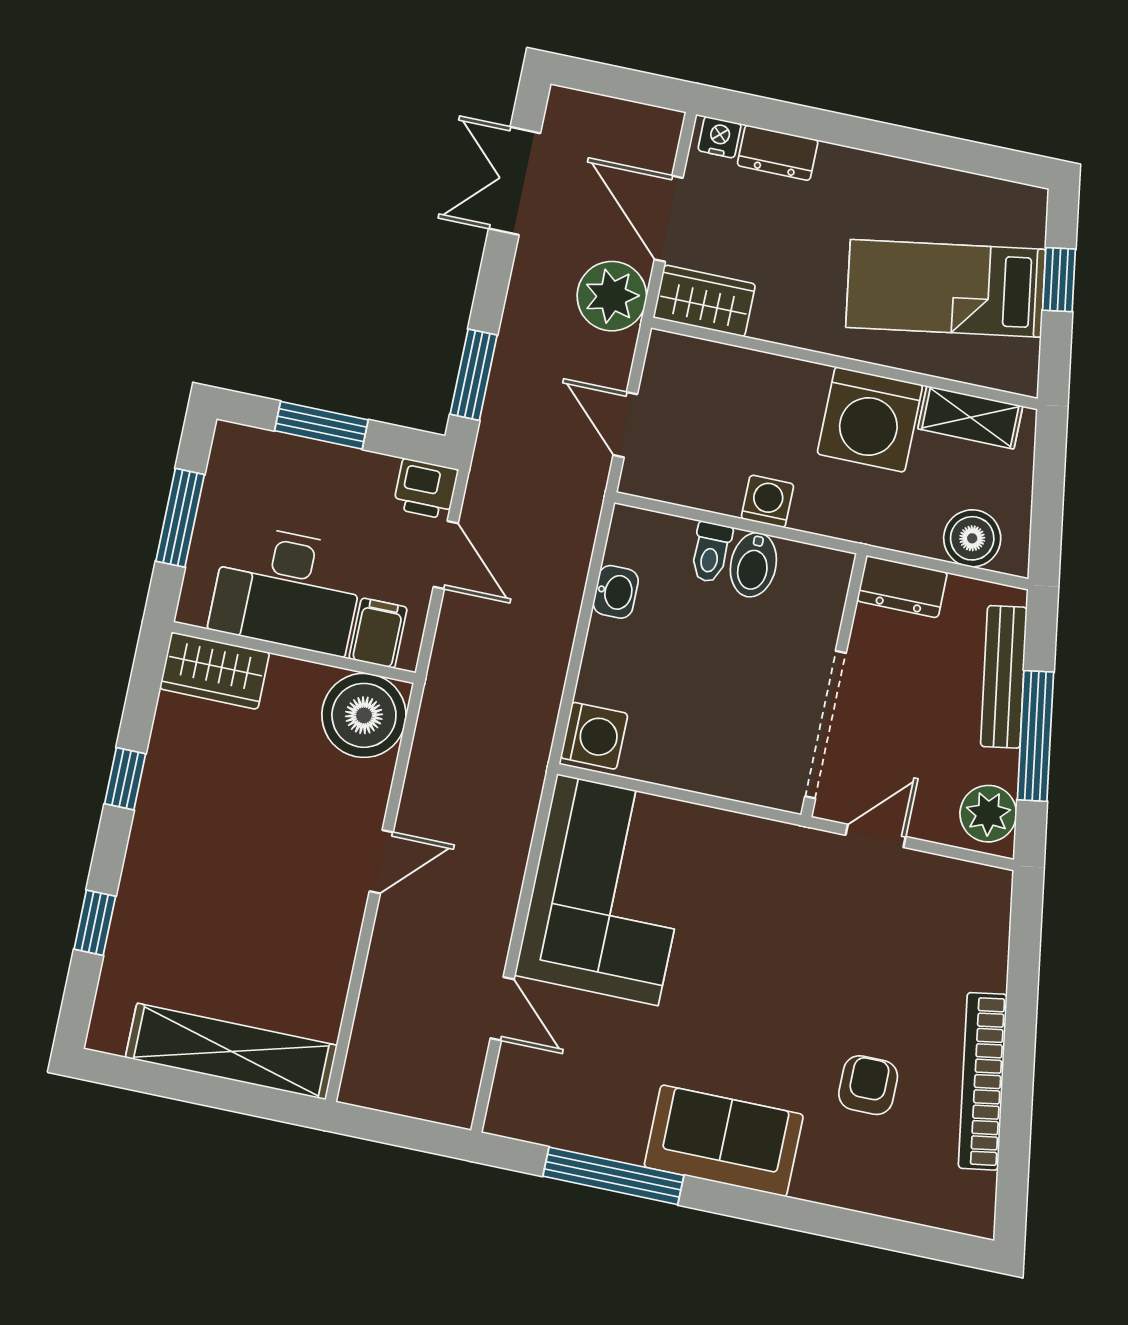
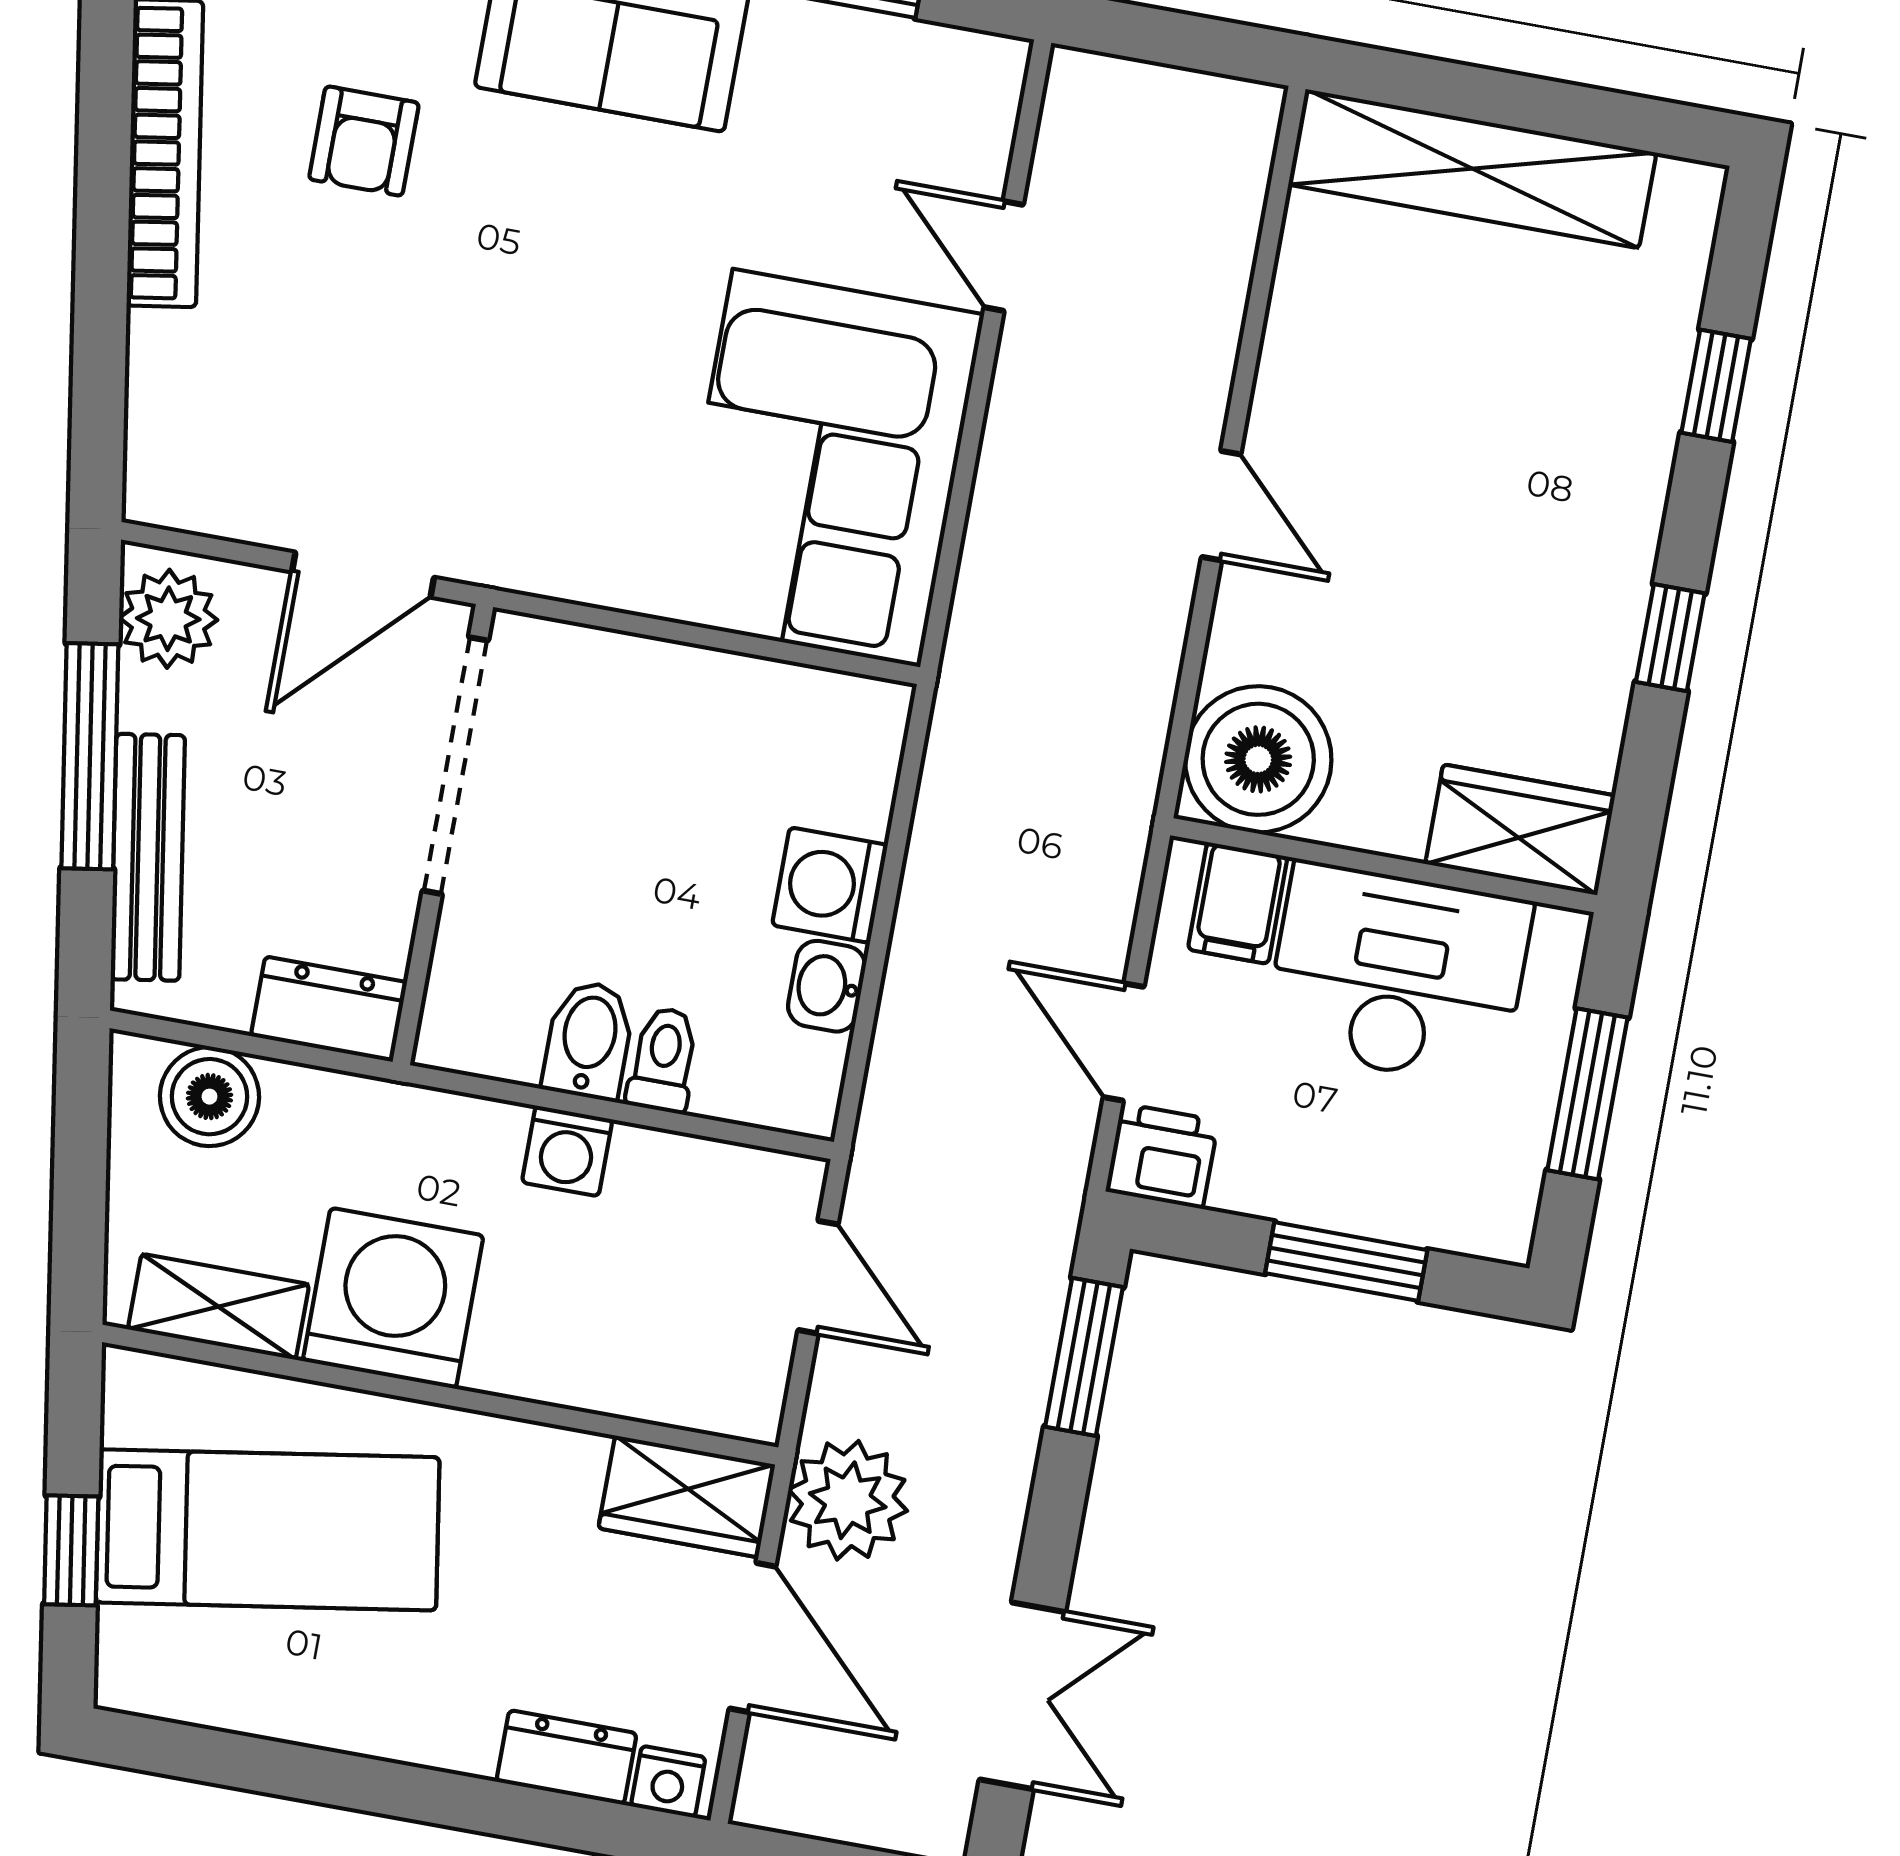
washing machine: (594, 736) -> (830, 885), moved
door: (876, 836) -> (363, 575), width x1.38
door: (381, 862) -> (1221, 506), swing flipped

